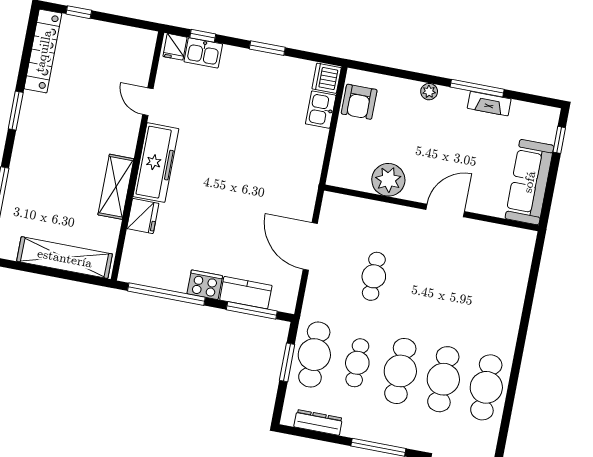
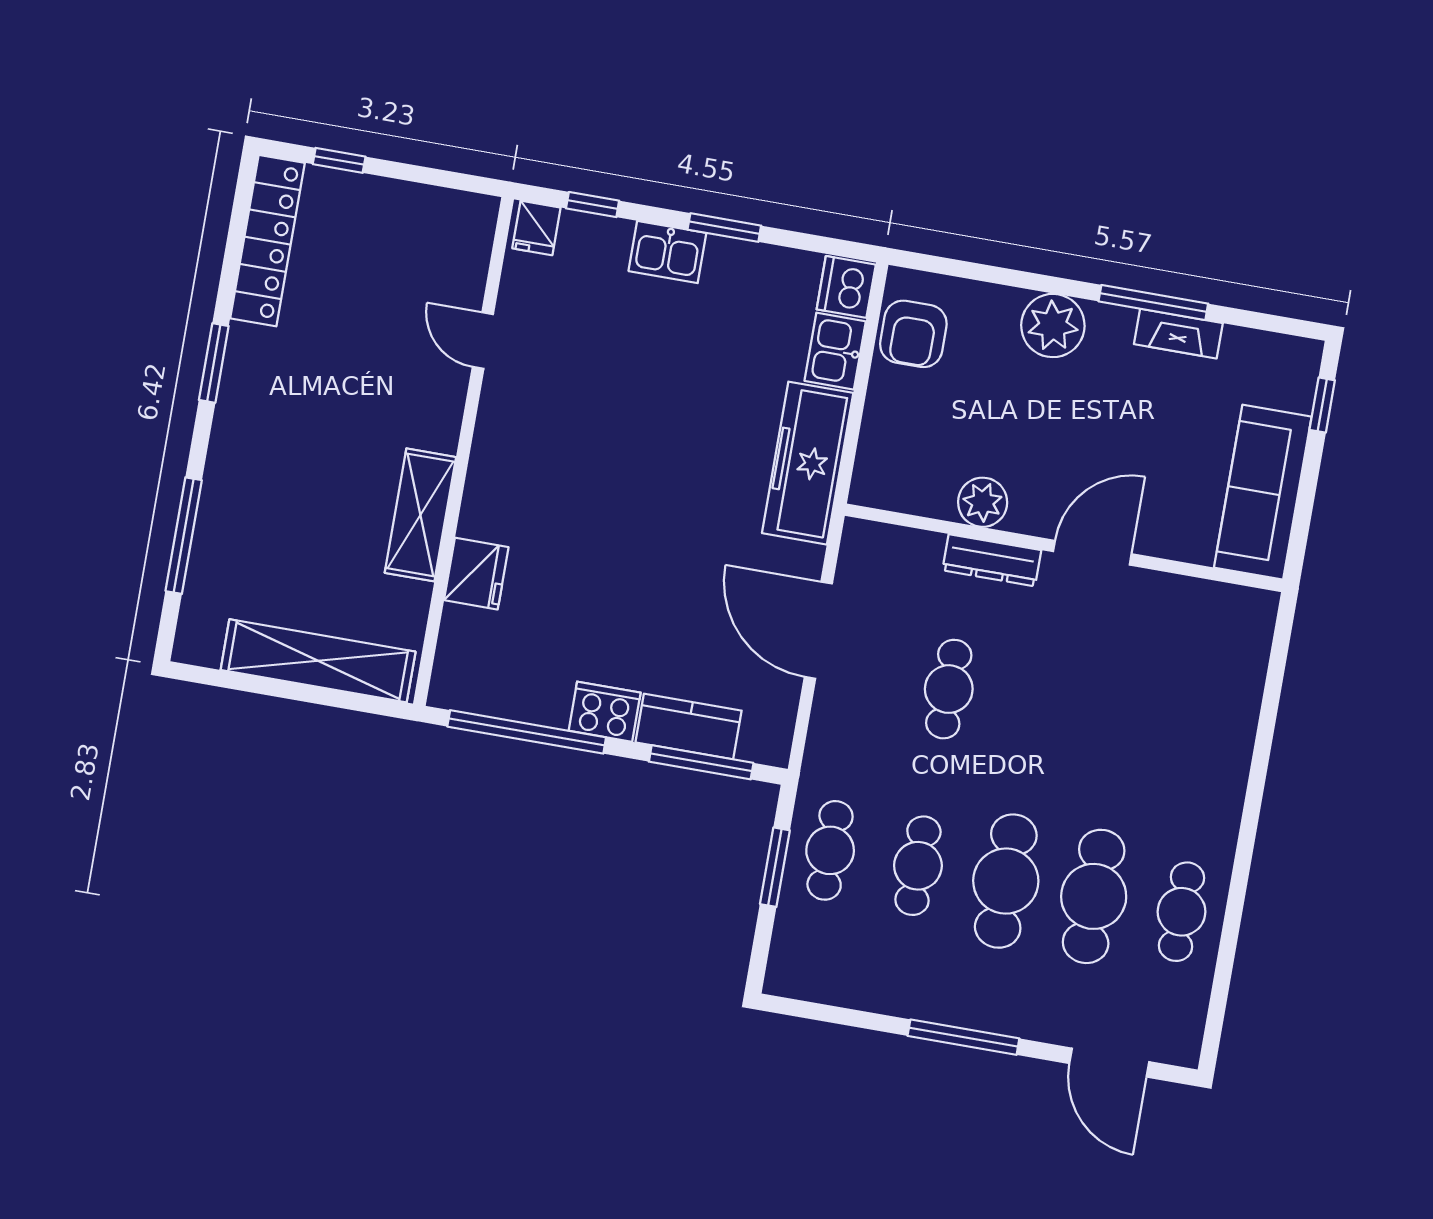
kitchen sink: (203, 53) -> (667, 252), moved
plant: (429, 92) -> (1053, 326), width x1.87, depth x1.87
freezer: (156, 163) -> (808, 463), moved, turned 180
plant: (388, 180) -> (983, 502), width x0.73, depth x0.73
cafe table: (314, 355) -> (830, 850), width x0.73, depth x0.74
cafe table: (486, 387) -> (1182, 912), width x0.73, depth x0.74
dresser: (318, 422) -> (992, 560), moved, turned 180

